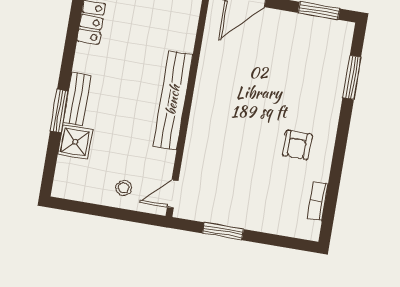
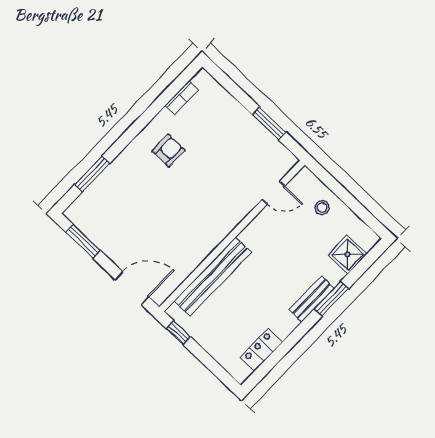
bench: (173, 100) -> (213, 277), moved
shower: (75, 142) -> (347, 255), moved
door: (173, 194) -> (273, 193), moved

